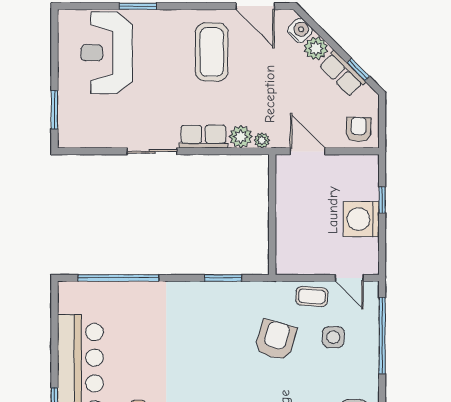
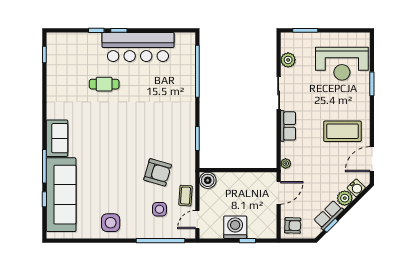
reception desk: (107, 53) -> (342, 64), turned 180
plant: (241, 137) -> (288, 60), moved
boiler: (288, 262) -> (208, 180), added

